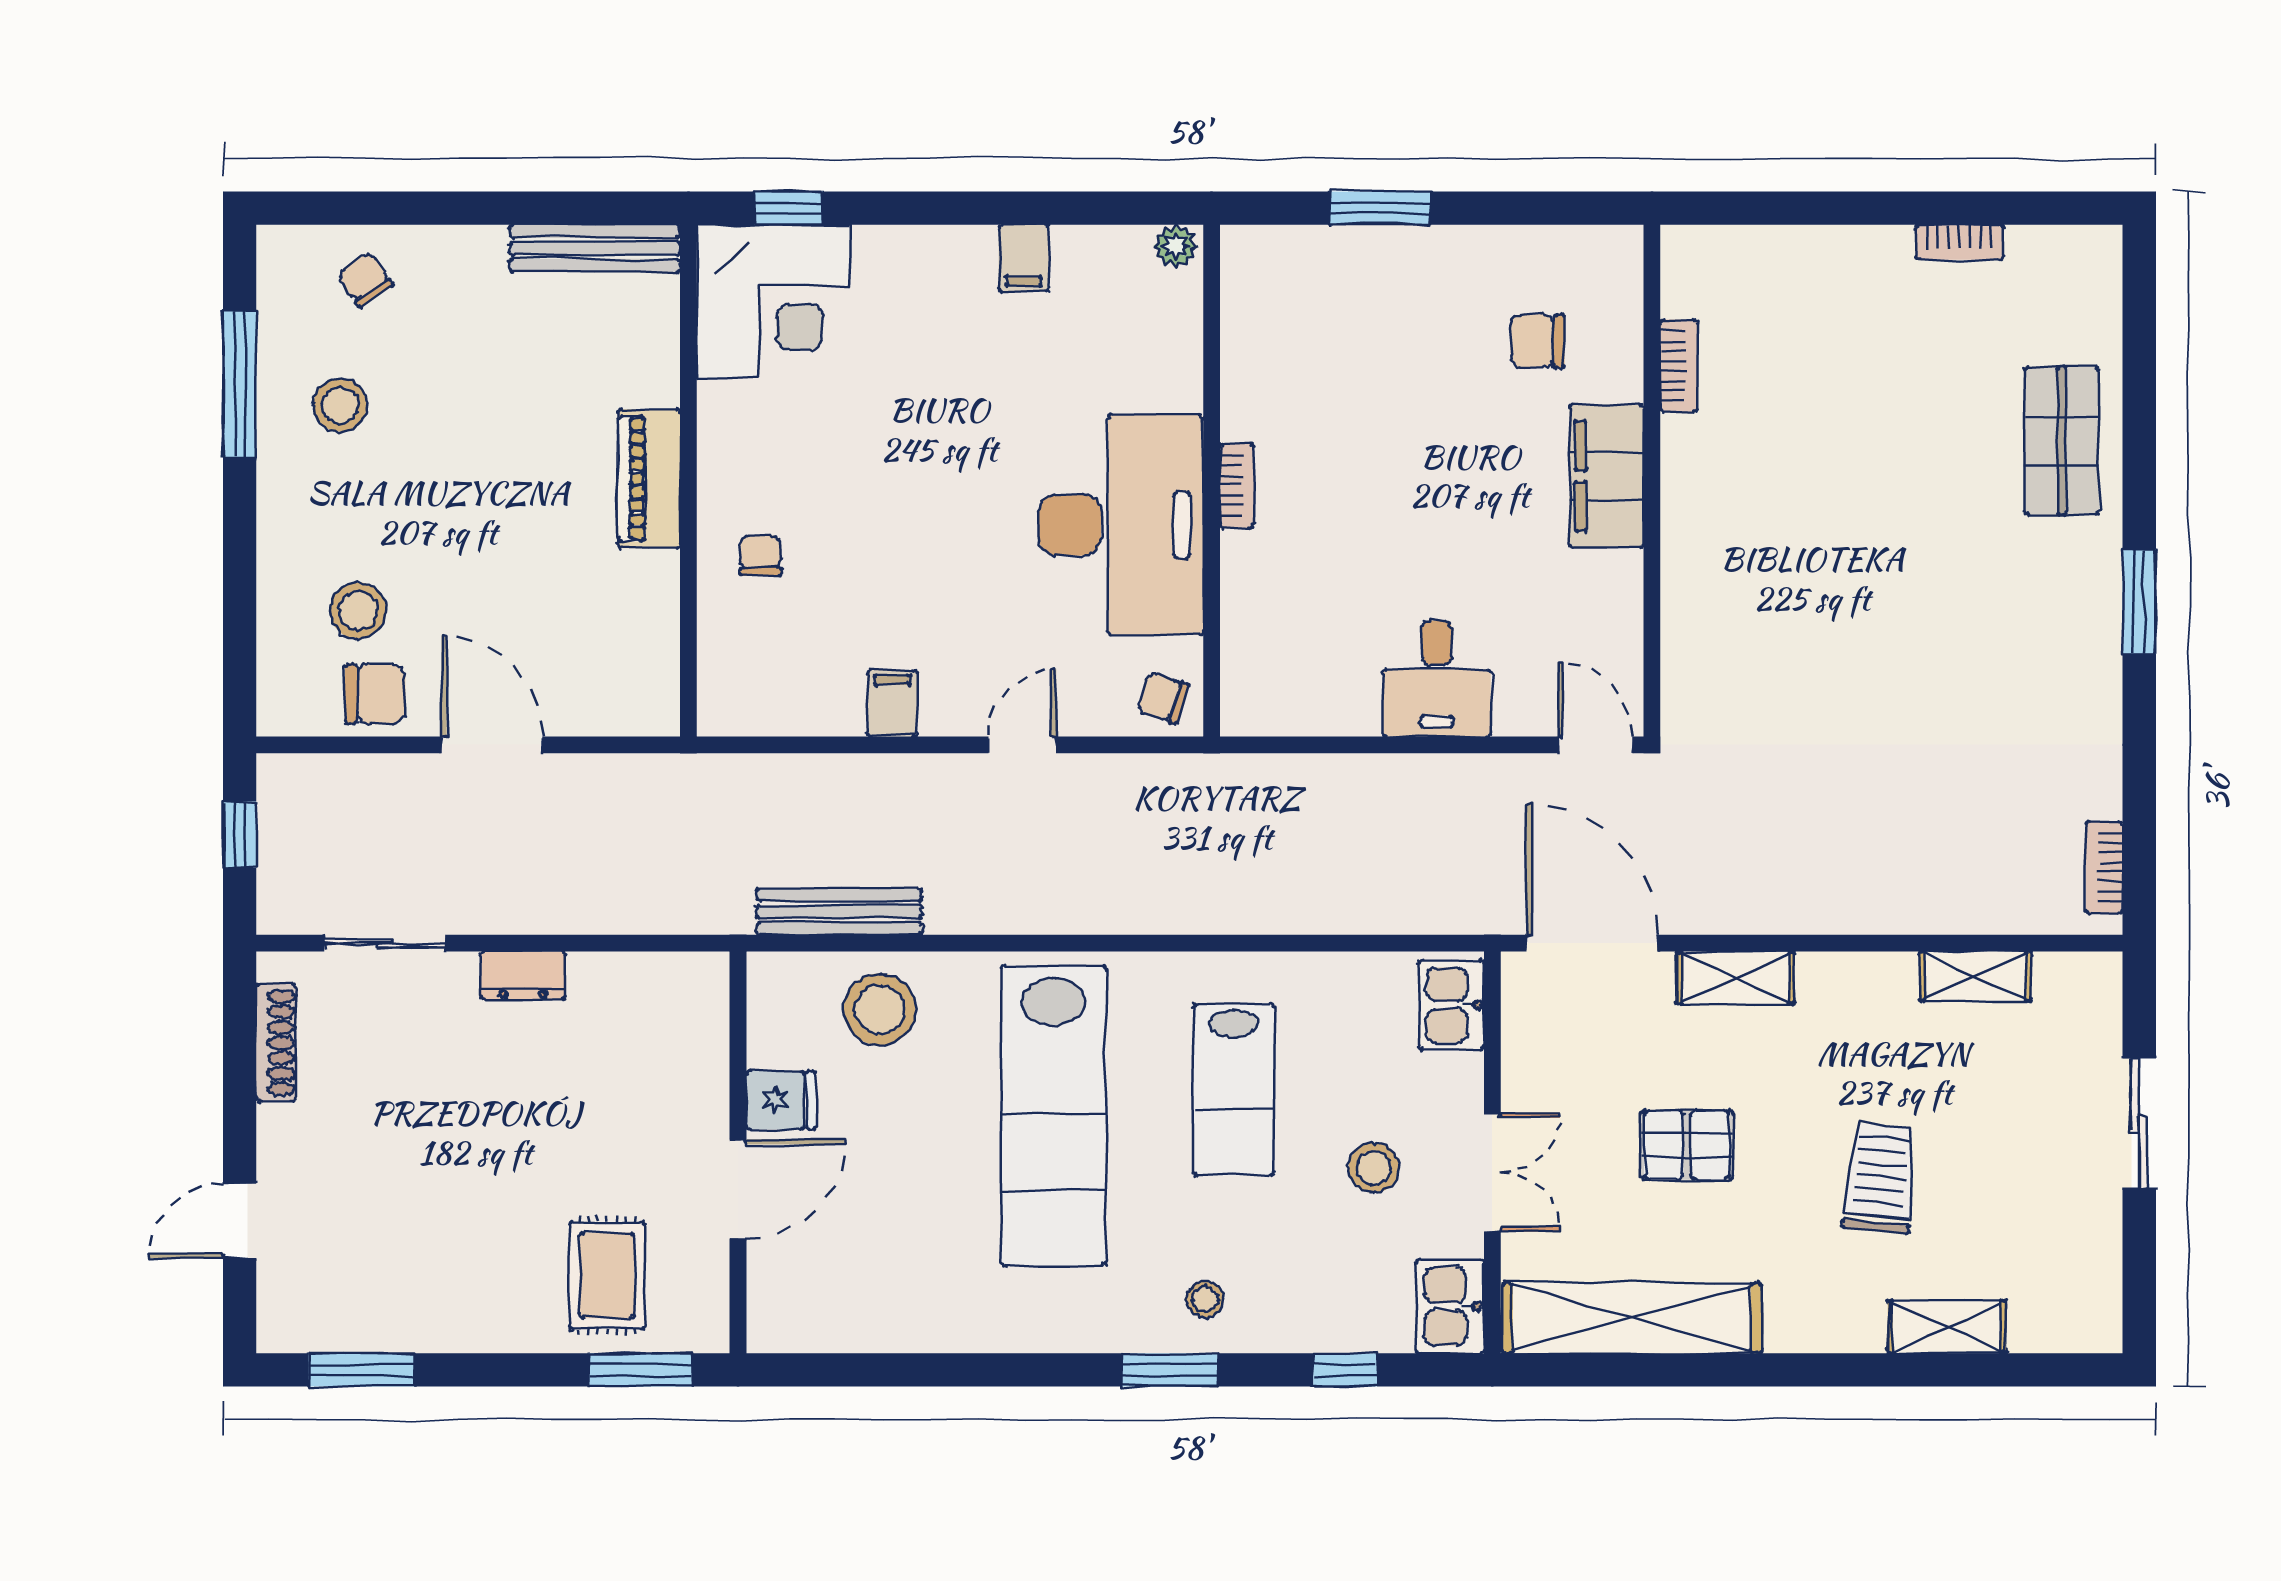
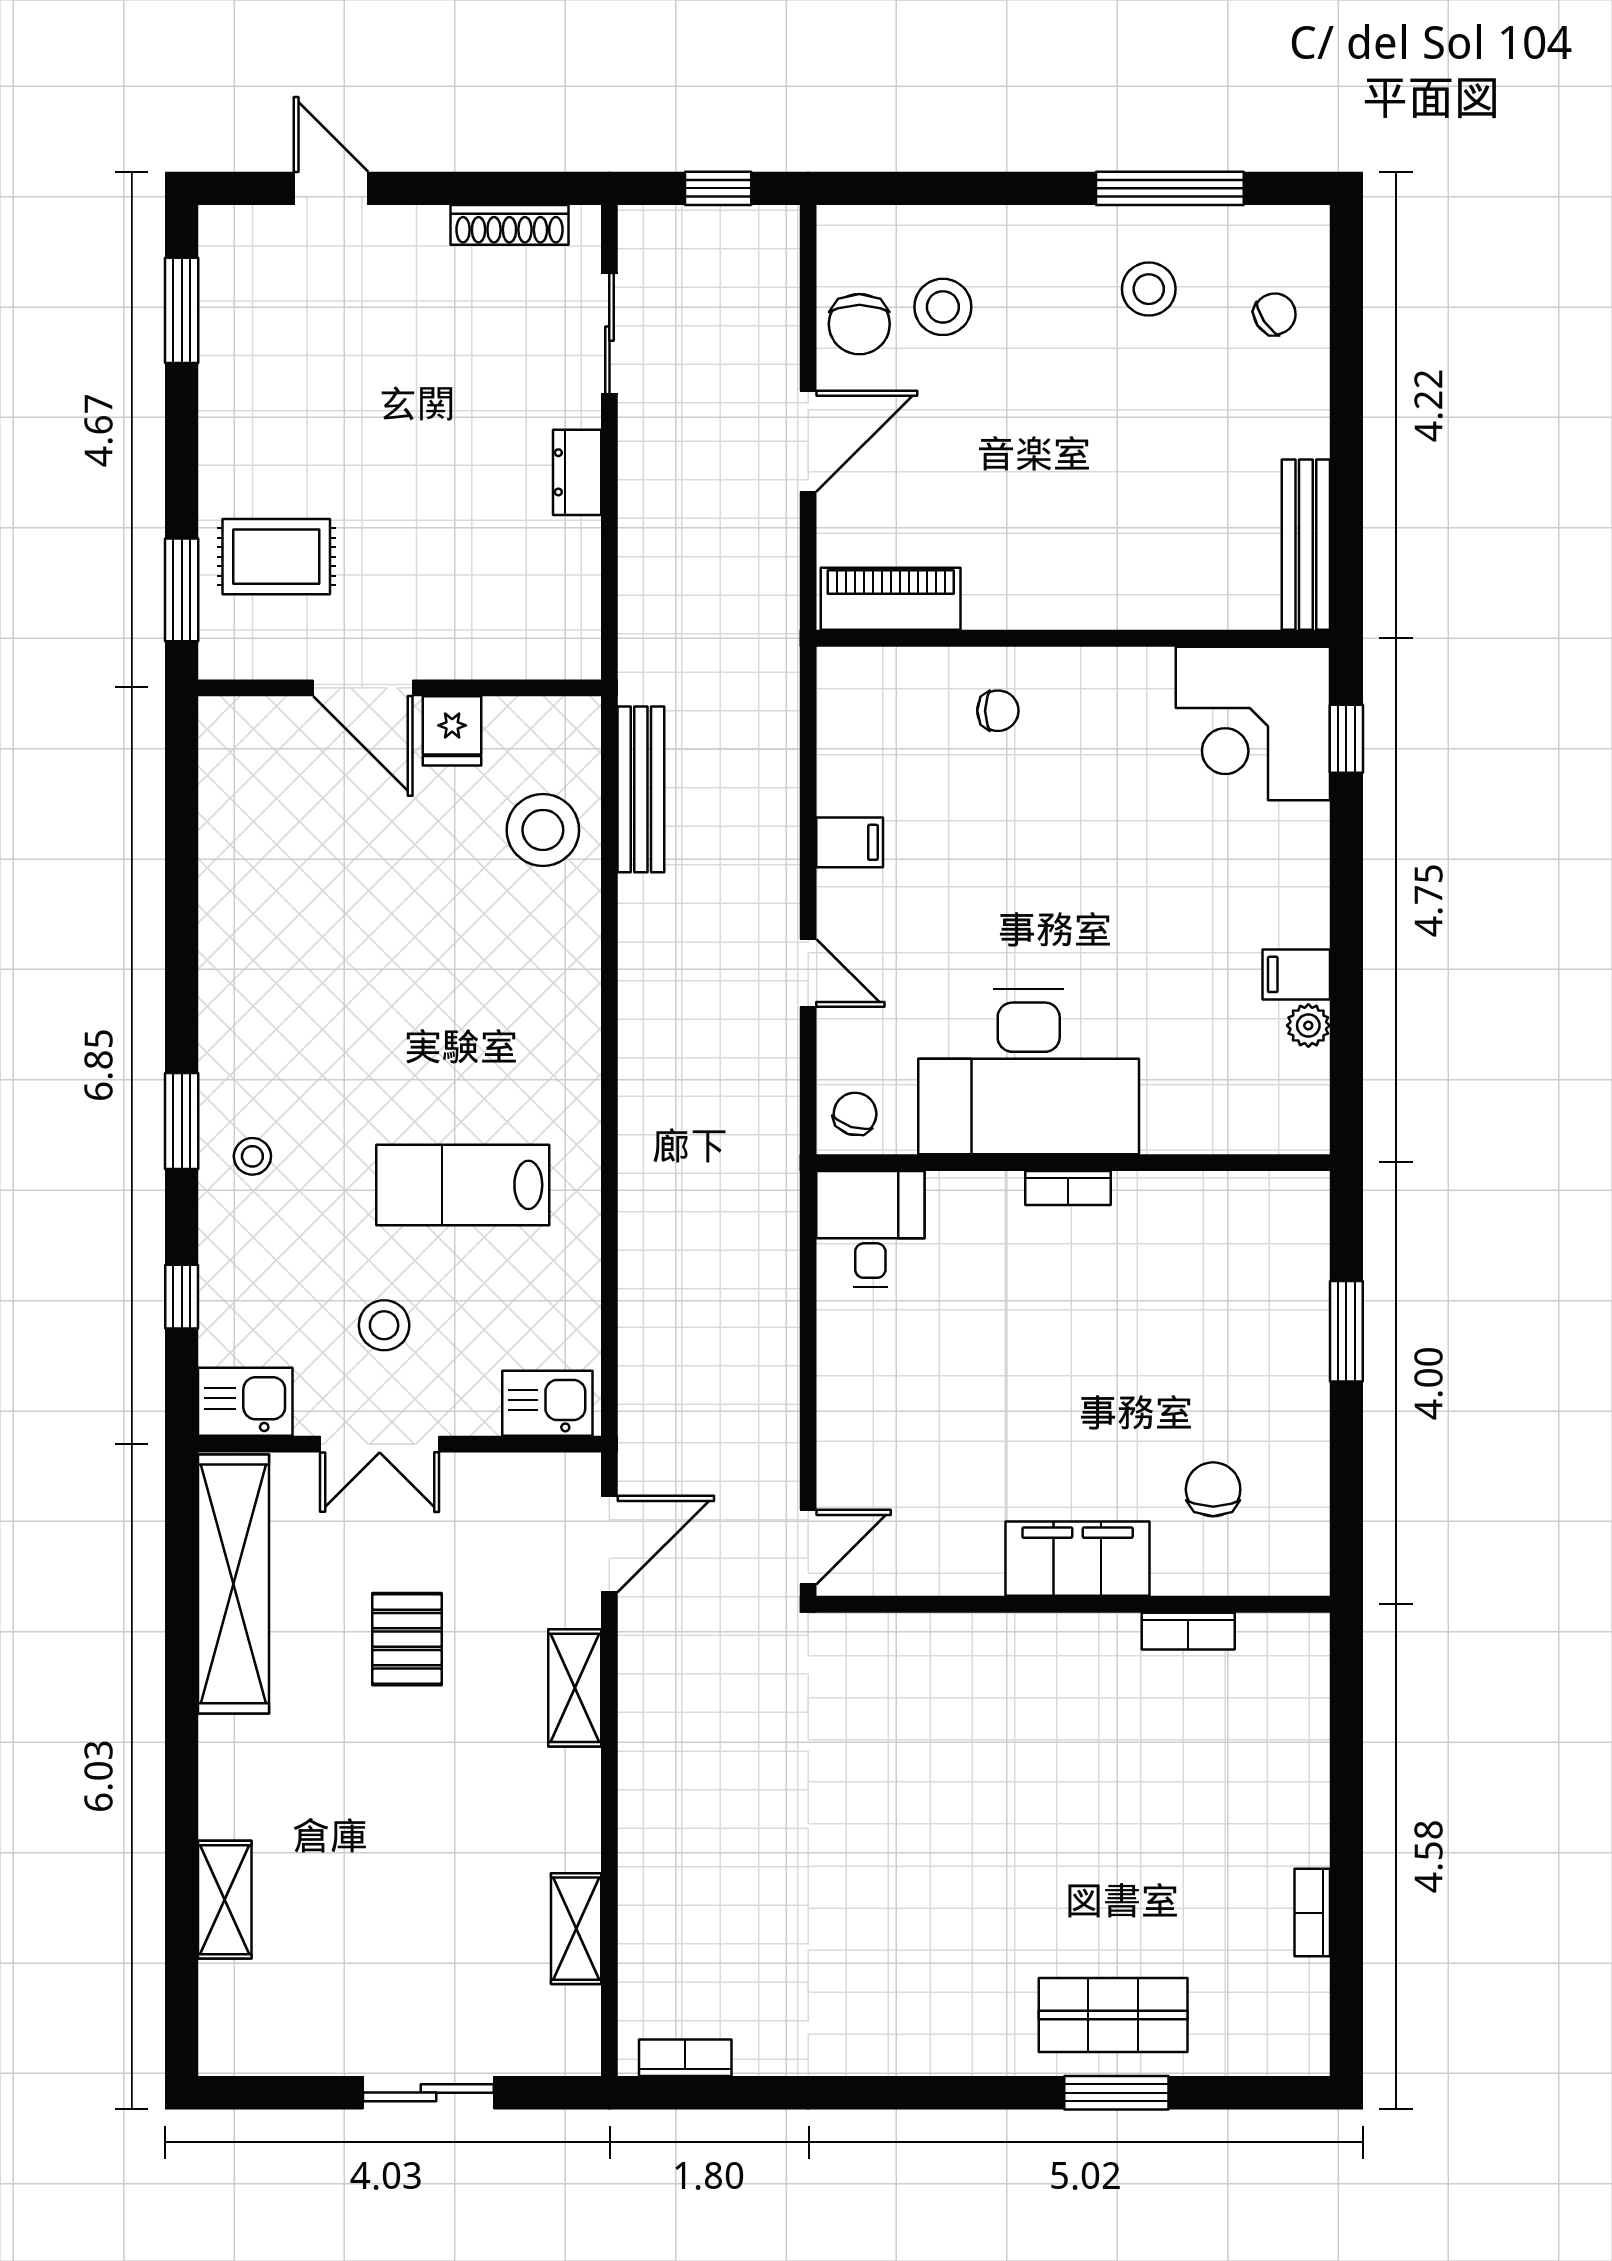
plant: (1175, 246) -> (1308, 1025), moved
piano: (649, 479) -> (891, 599), moved
window: (2139, 601) -> (1116, 2093), moved
desk: (1437, 679) -> (870, 1229), moved, turned 90
door: (1592, 943) -> (609, 1544), width x0.73
lab bench: (1054, 1116) -> (436, 1004), removed
trolley: (1880, 1178) -> (374, 1833), removed

